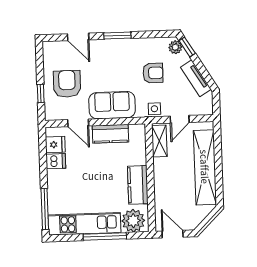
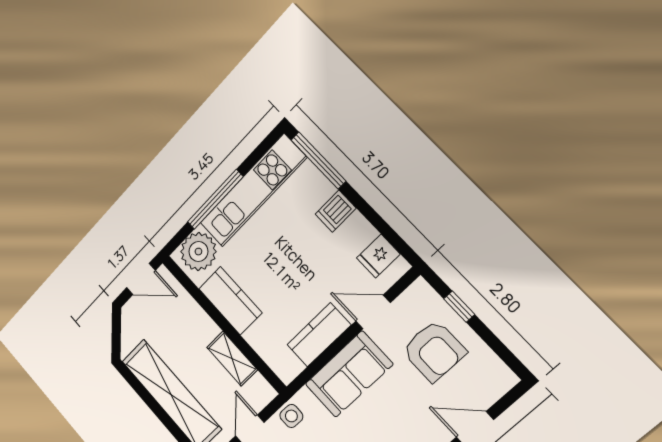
shelving: (159, 141) -> (232, 359), moved
dishwasher: (56, 161) -> (336, 211), moved

